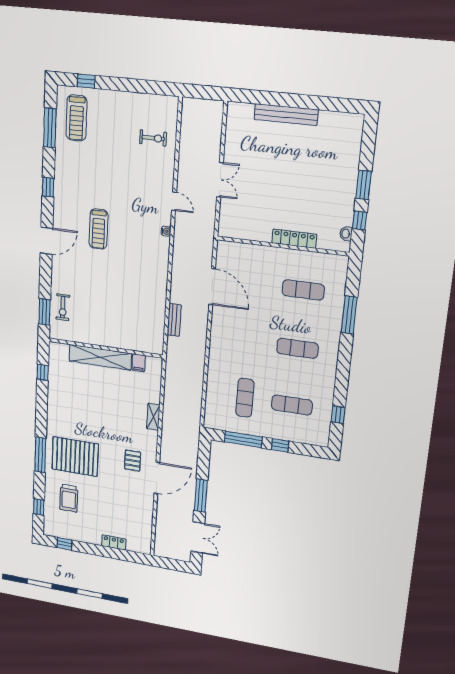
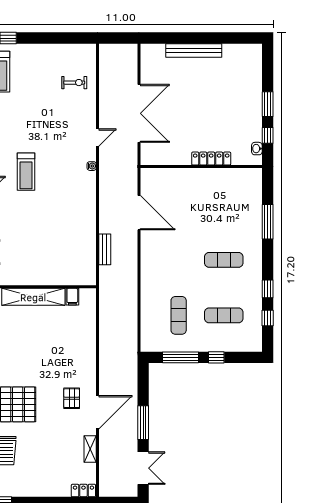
double door: (220, 180) -> (139, 113), width x1.87
door: (174, 201) -> (98, 138), hinge flipped
exercise mat: (303, 290) -> (224, 204), removed
window: (341, 385) -> (268, 289), added
shelving: (153, 417) -> (90, 449), moved
locker: (114, 542) -> (83, 491), moved

